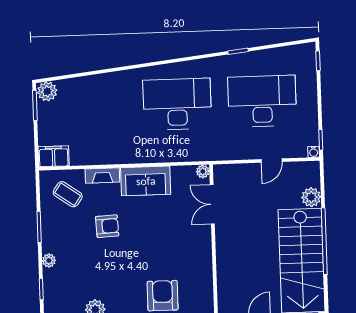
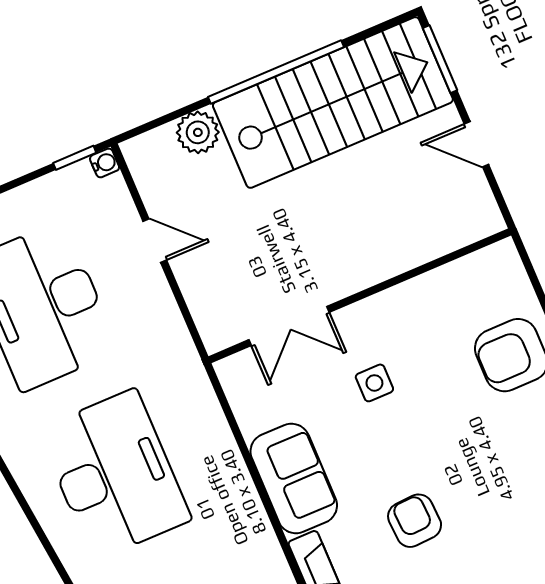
desk: (177, 104) -> (115, 475), turned 180
plant: (203, 171) -> (230, 371), removed
side table: (173, 232) -> (374, 383), added

